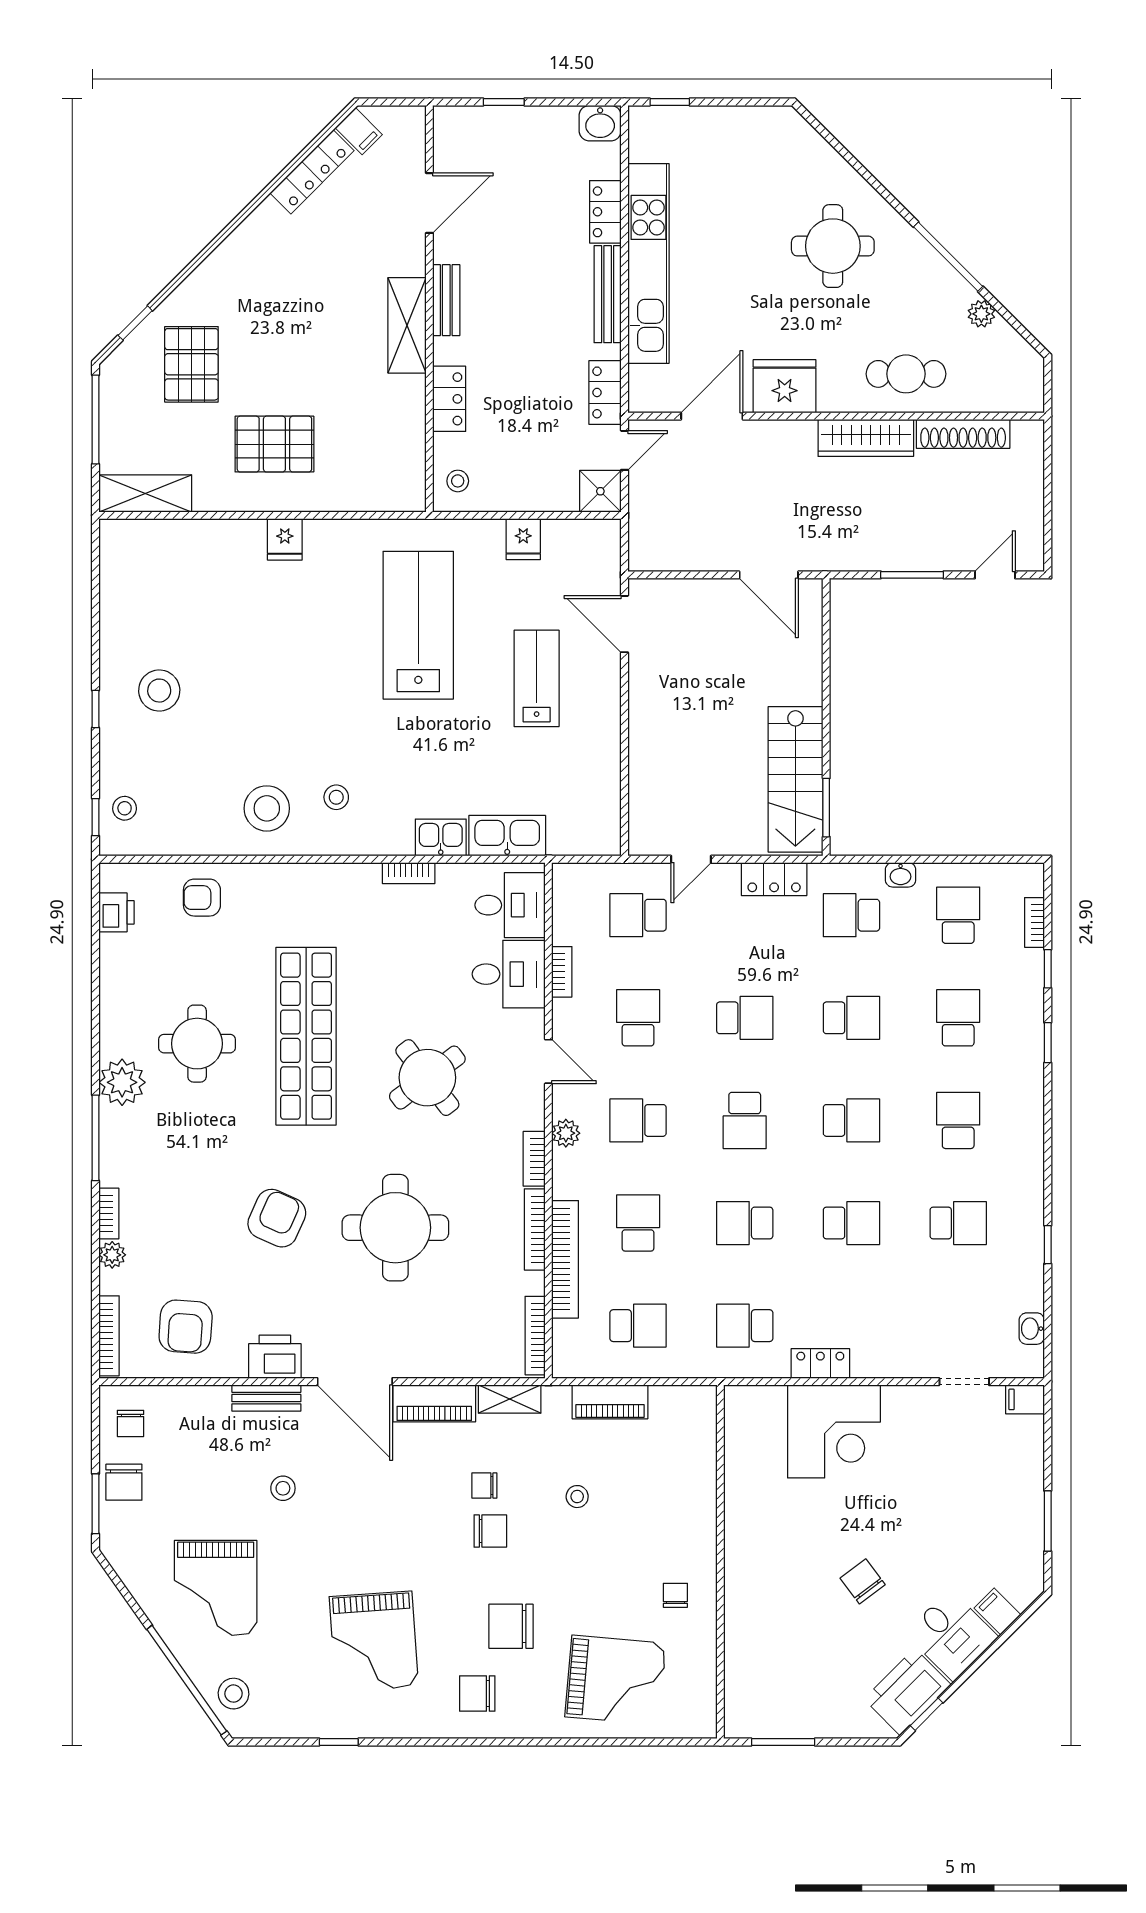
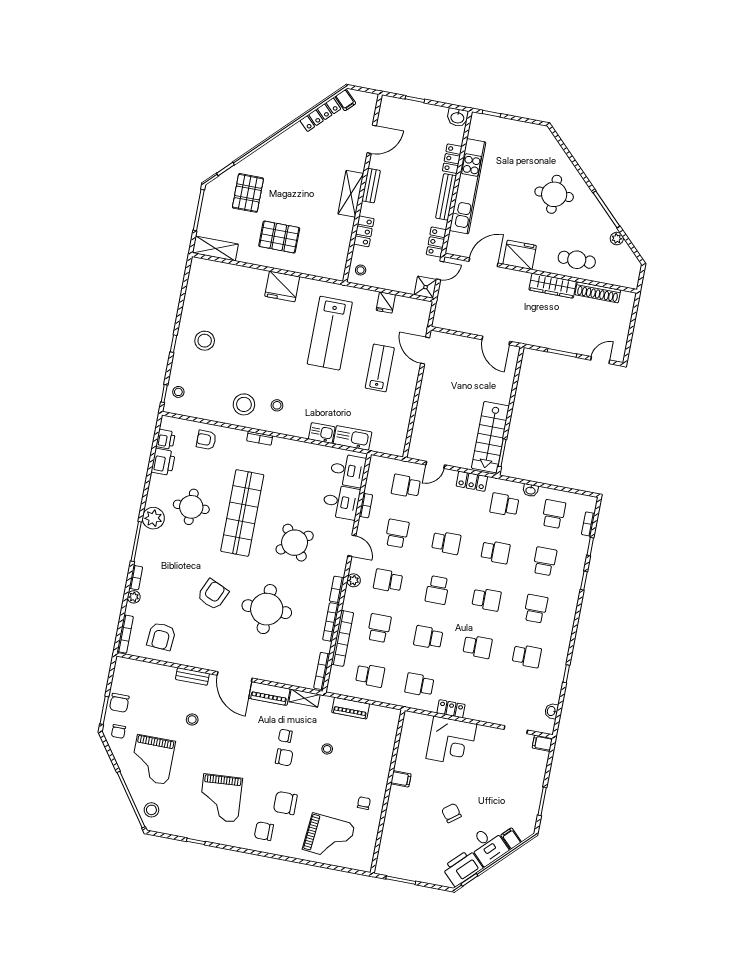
fridge: (285, 539) -> (282, 286), width x1.88, depth x1.34
lab bench: (418, 625) -> (330, 333), turned 180
bookcase: (409, 873) -> (260, 438), moved
printer: (275, 1357) -> (163, 462), moved, turned 90
chair: (131, 1423) -> (118, 731), moved
filing cabinet: (743, 1530) -> (401, 779), added

